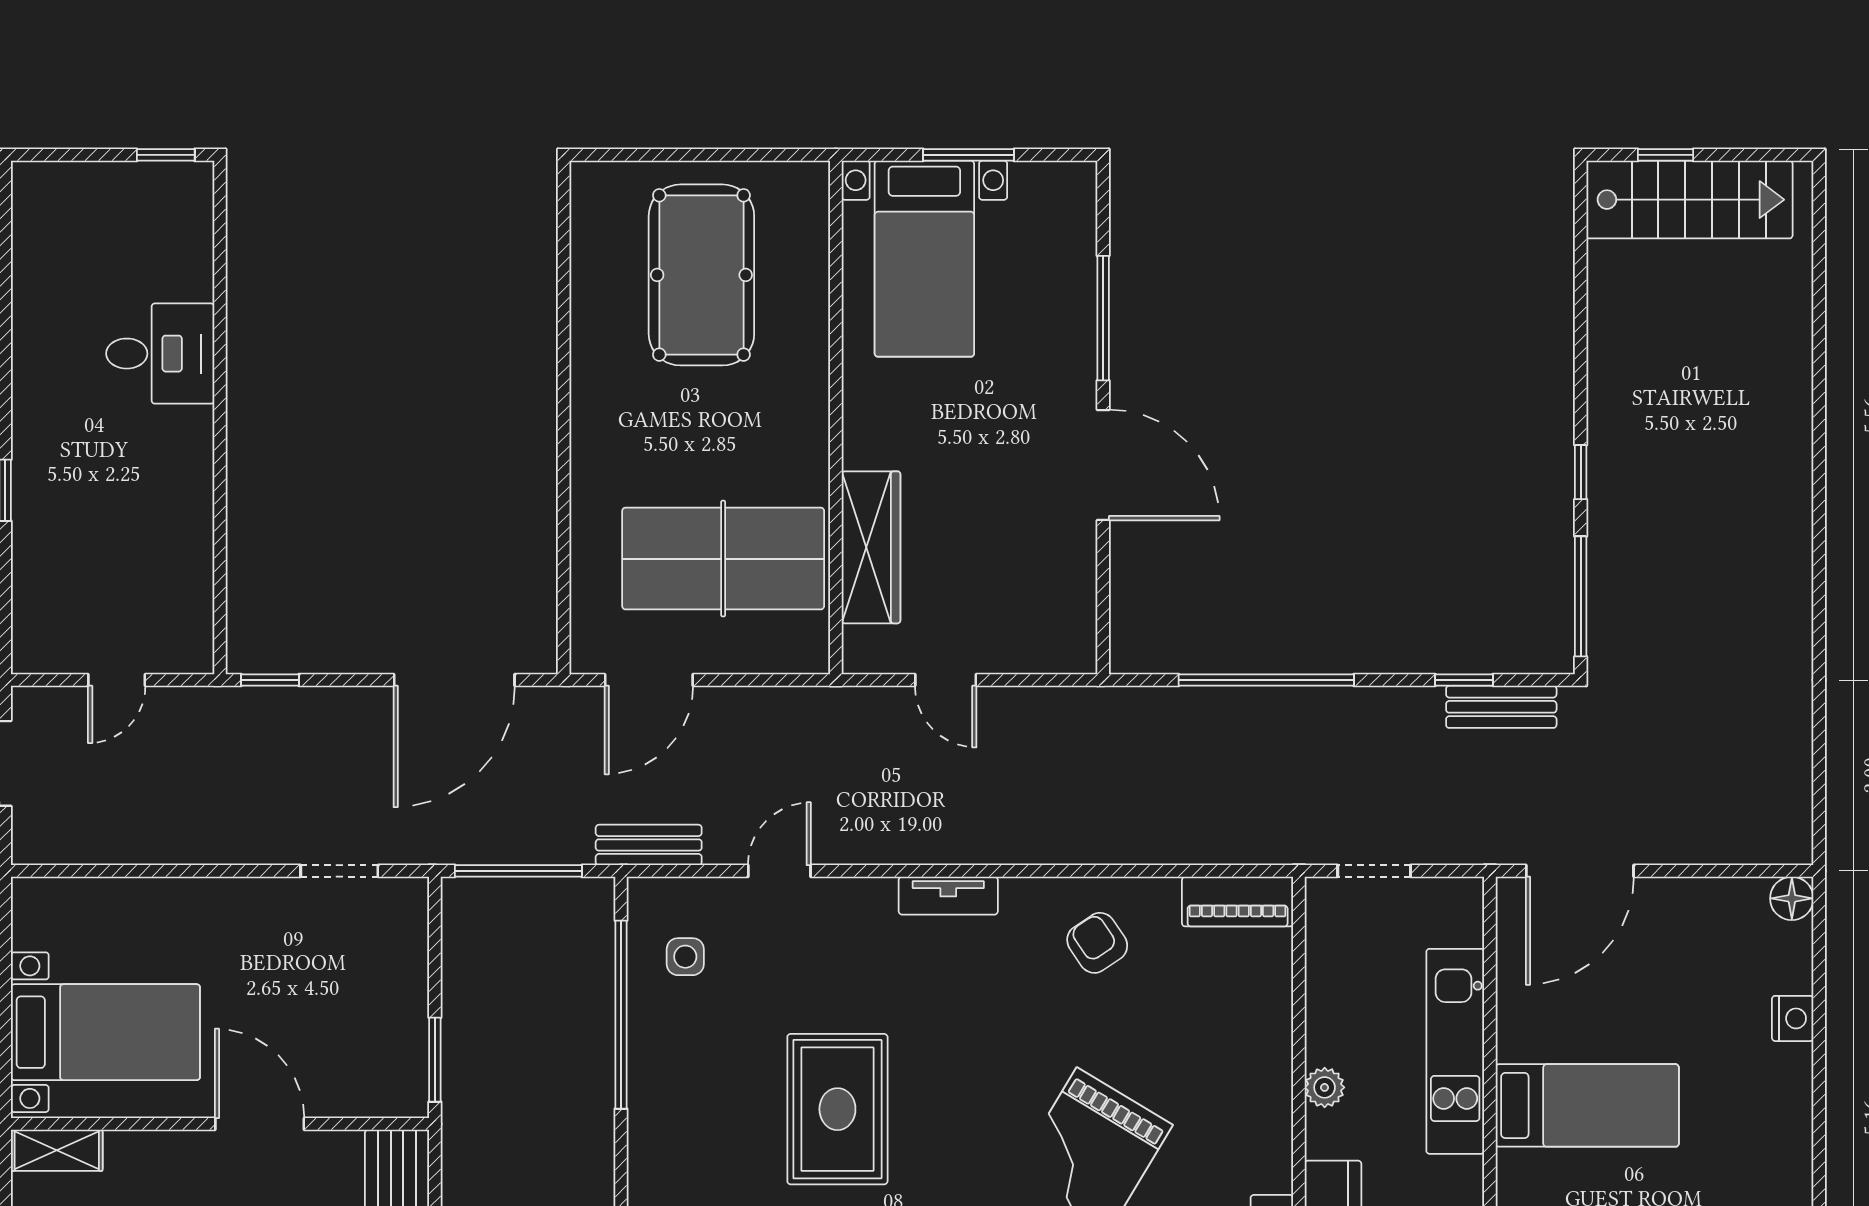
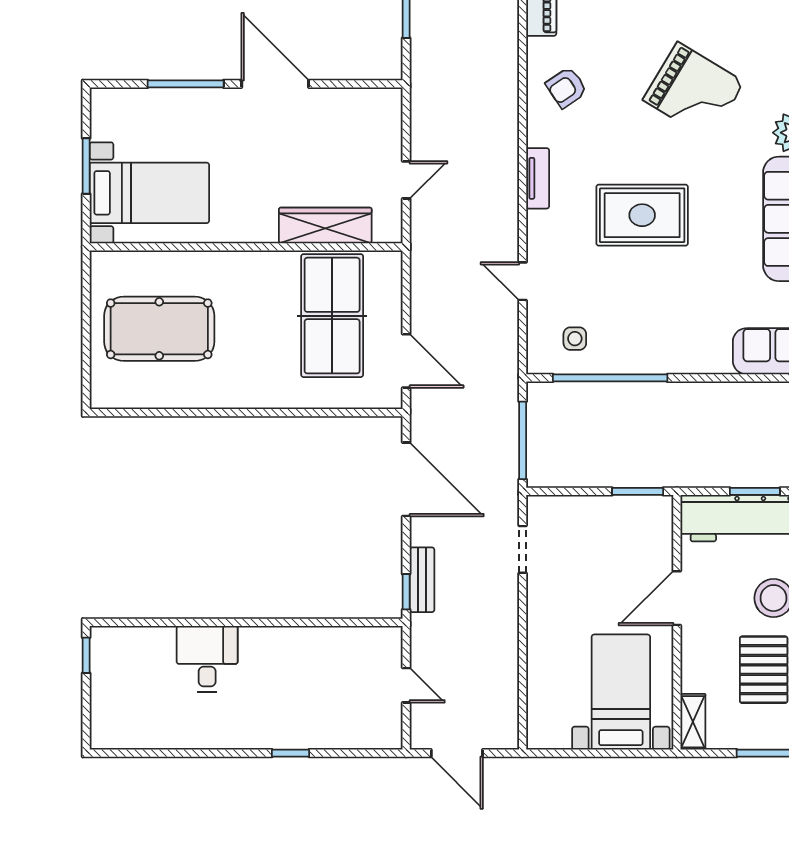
door: (1103, 465) -> (275, 84), hinge flipped
bench: (649, 845) -> (422, 580), moved
rug: (837, 1109) -> (642, 215), moved

